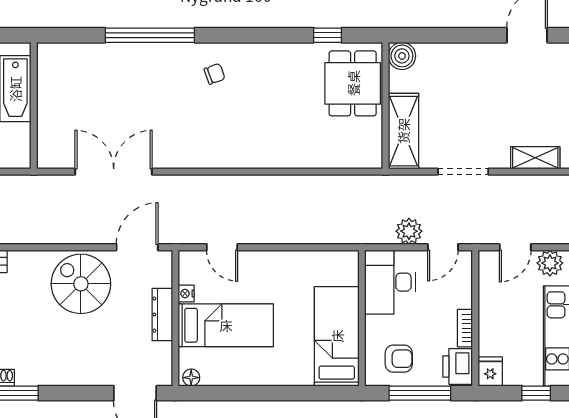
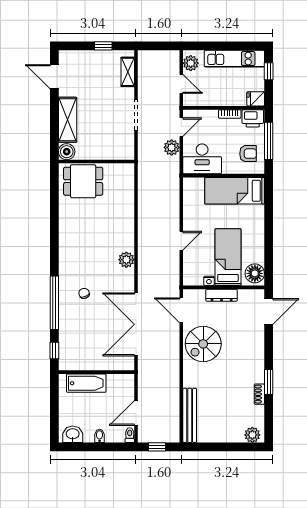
window: (328, 35) -> (54, 350), moved
chair: (215, 74) -> (84, 293), moved
shelving: (403, 131) -> (68, 120), moved, turned 90
plant: (222, 156) -> (126, 260), added
double door: (114, 172) -> (136, 324), width x1.36
door: (222, 247) -> (181, 241), moved
door: (443, 247) -> (181, 127), hinge flipped
armchair: (399, 359) -> (248, 154), turned 90
floor lamp: (191, 378) -> (255, 273), width x1.89, depth x1.89

